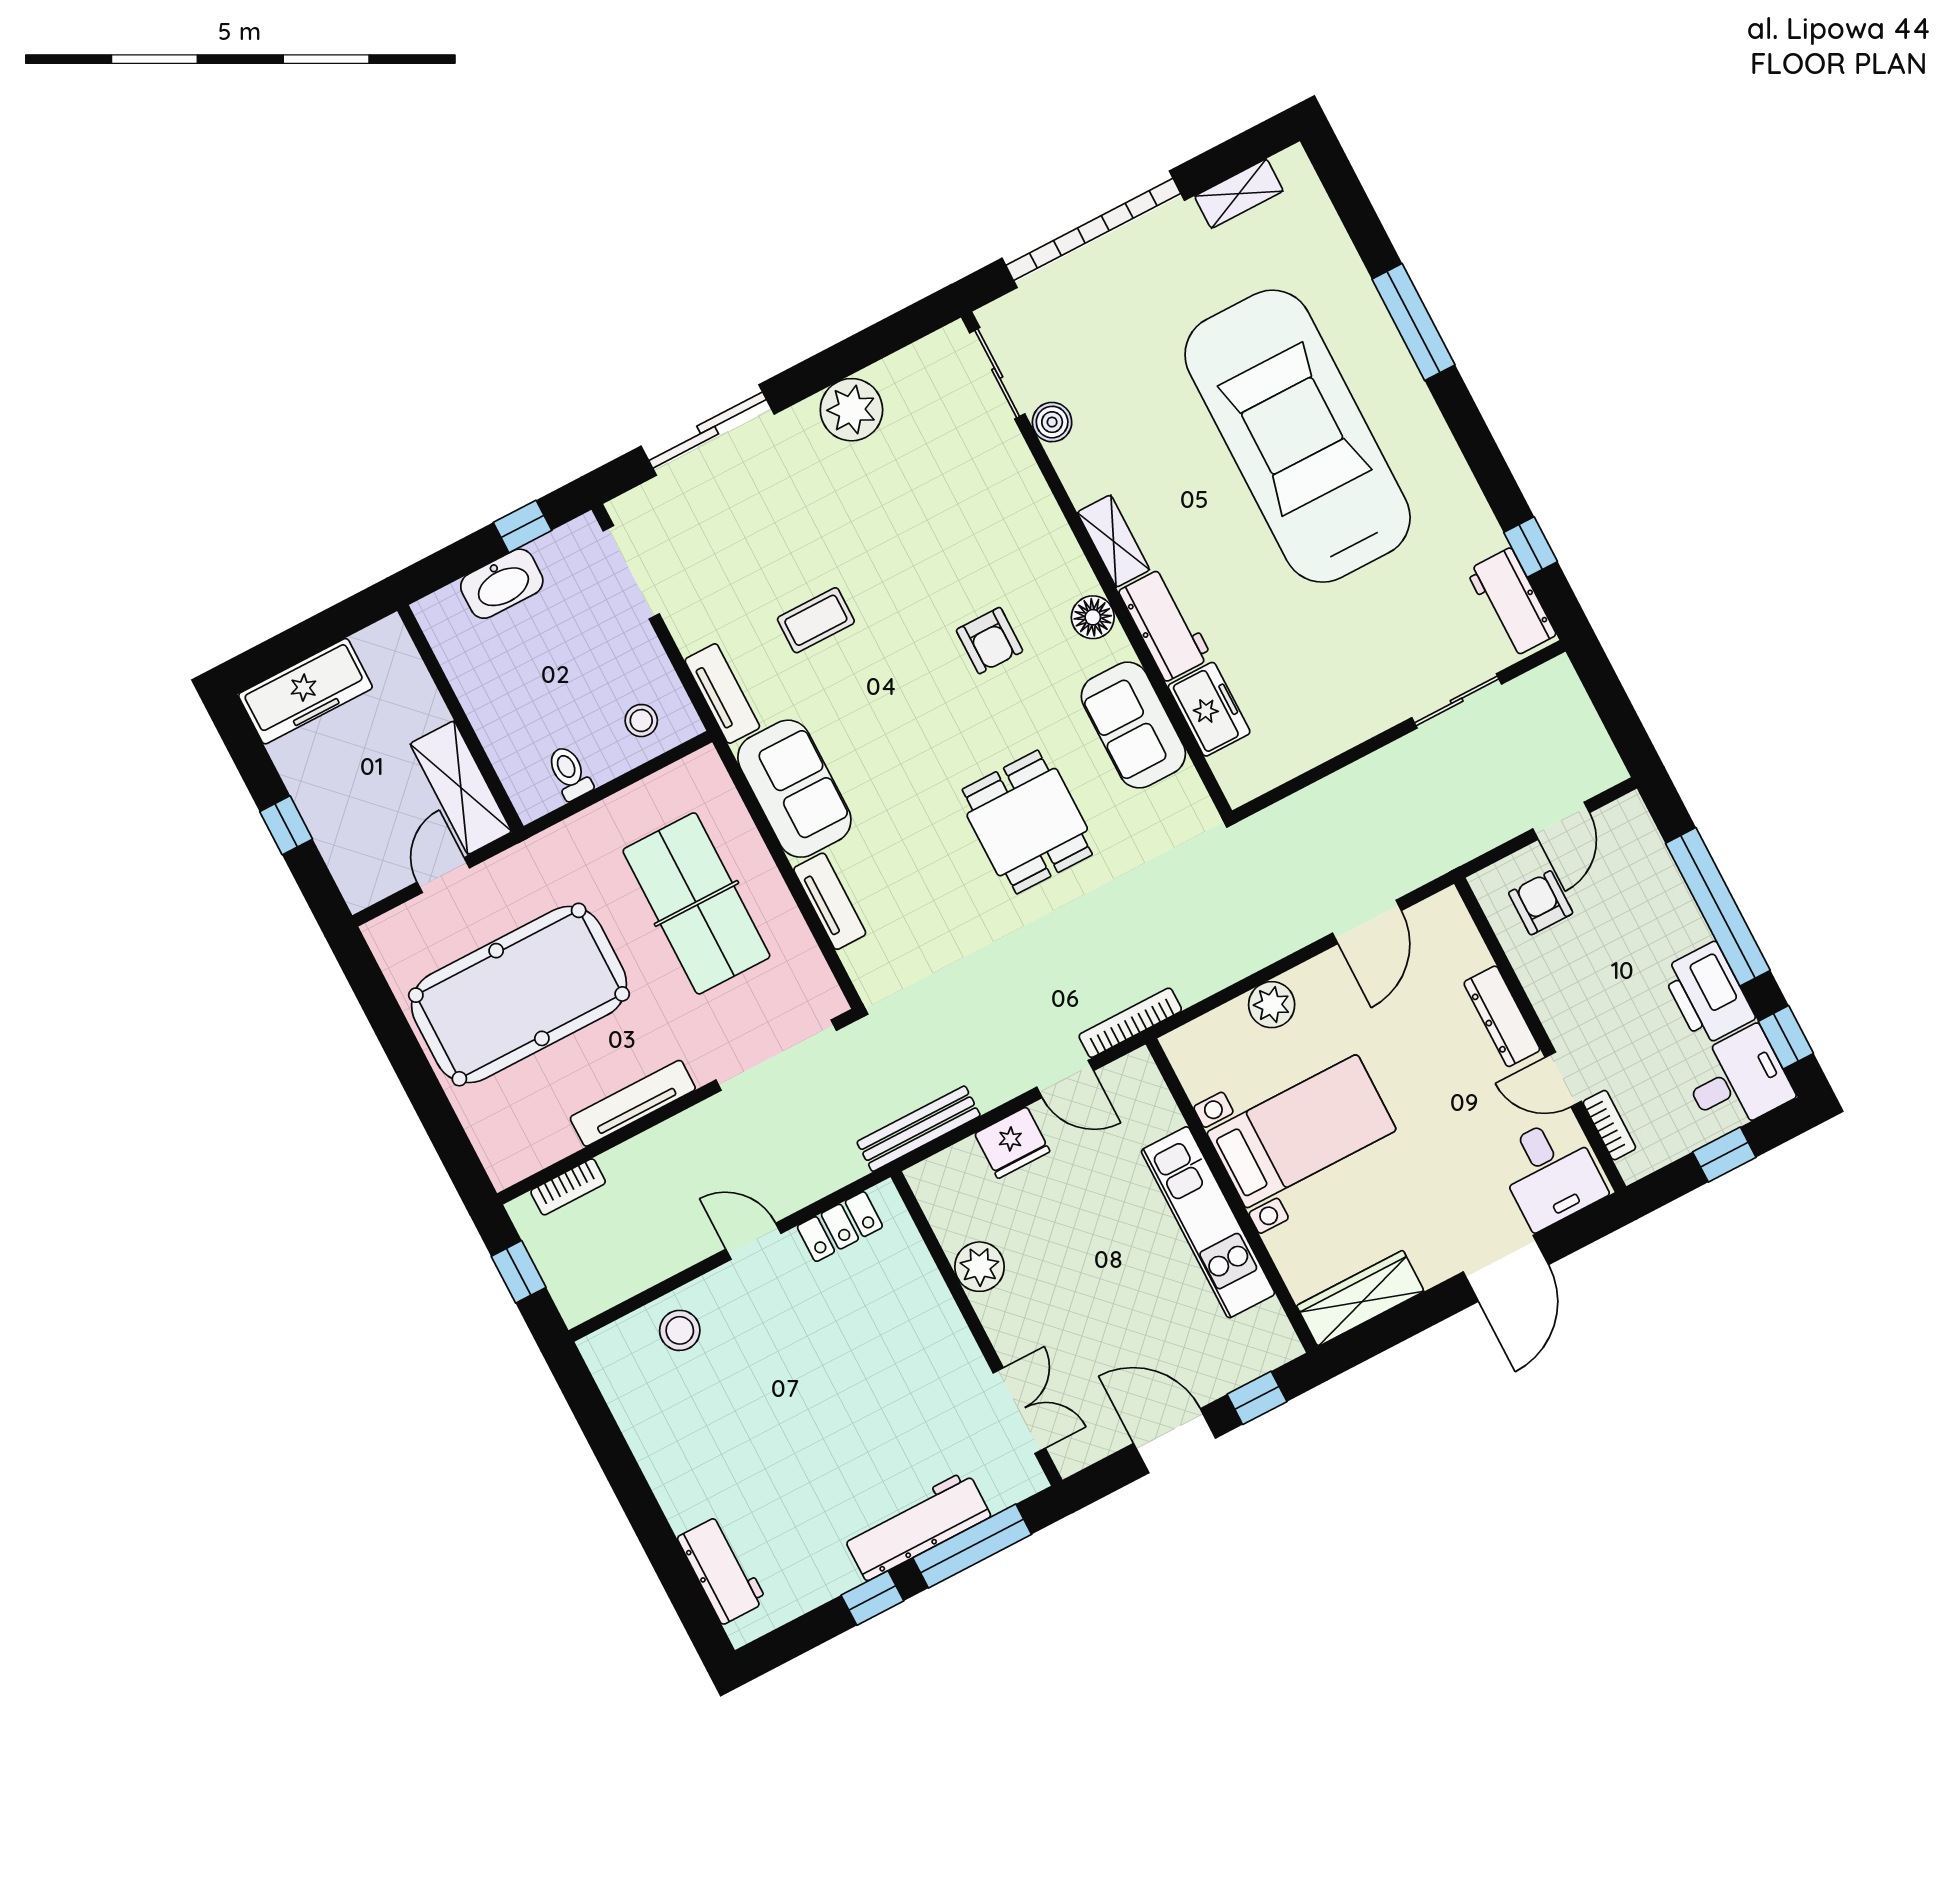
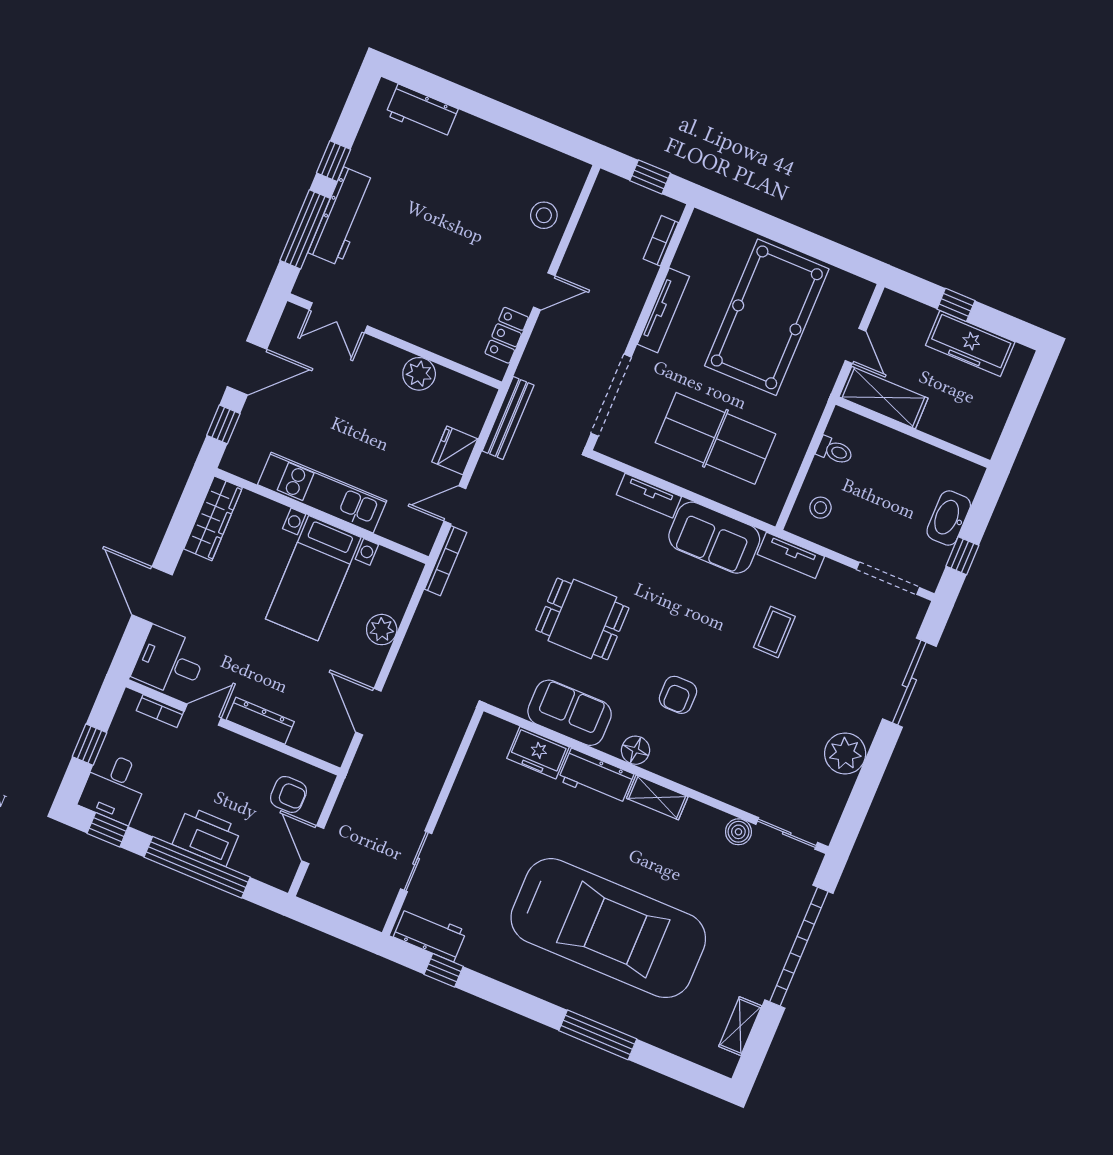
armchair: (990, 641) -> (678, 695), turned -90
freezer: (305, 691) -> (970, 344), moved, turned -90
printer: (1708, 994) -> (207, 836), moved

